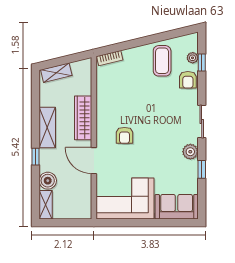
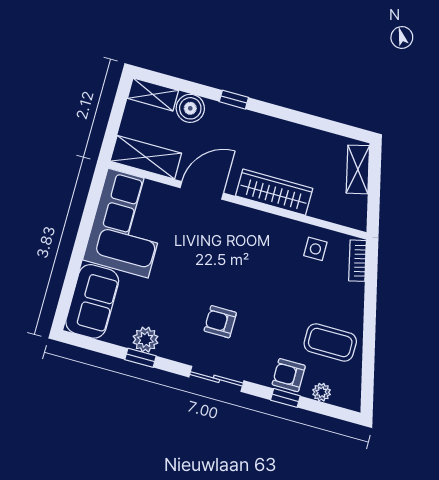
window: (202, 62) -> (285, 398), moved
side table: (110, 85) -> (315, 249), added
shelving: (47, 127) -> (146, 157), moved
armchair: (124, 135) -> (220, 322), moved
plant: (190, 152) -> (146, 340), moved

